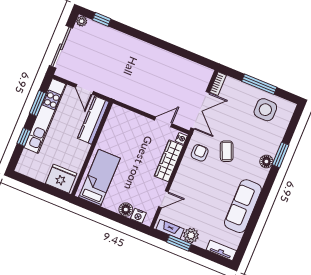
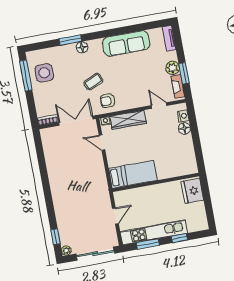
window: (259, 84) -> (26, 75), moved
kitchen counter: (93, 120) -> (134, 195), removed
bed: (99, 178) -> (133, 174), moved, turned 180

